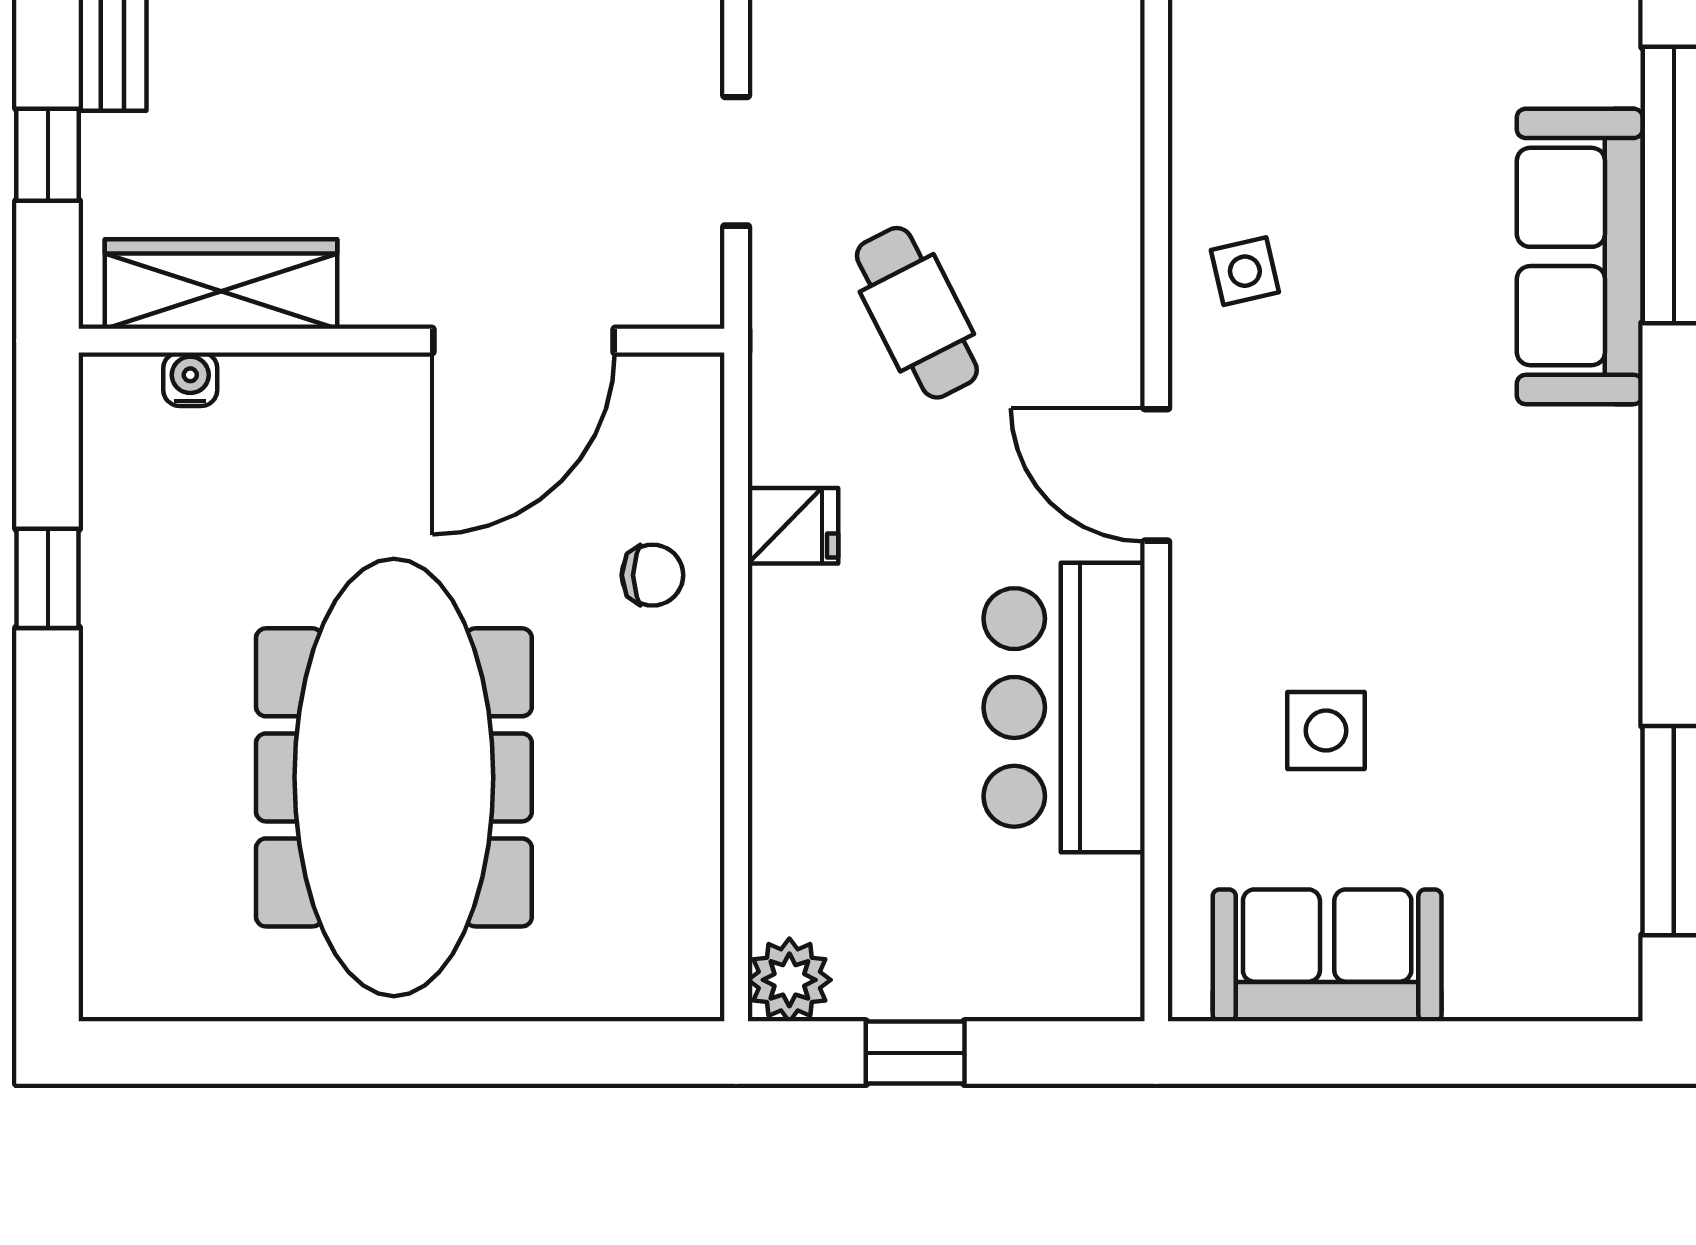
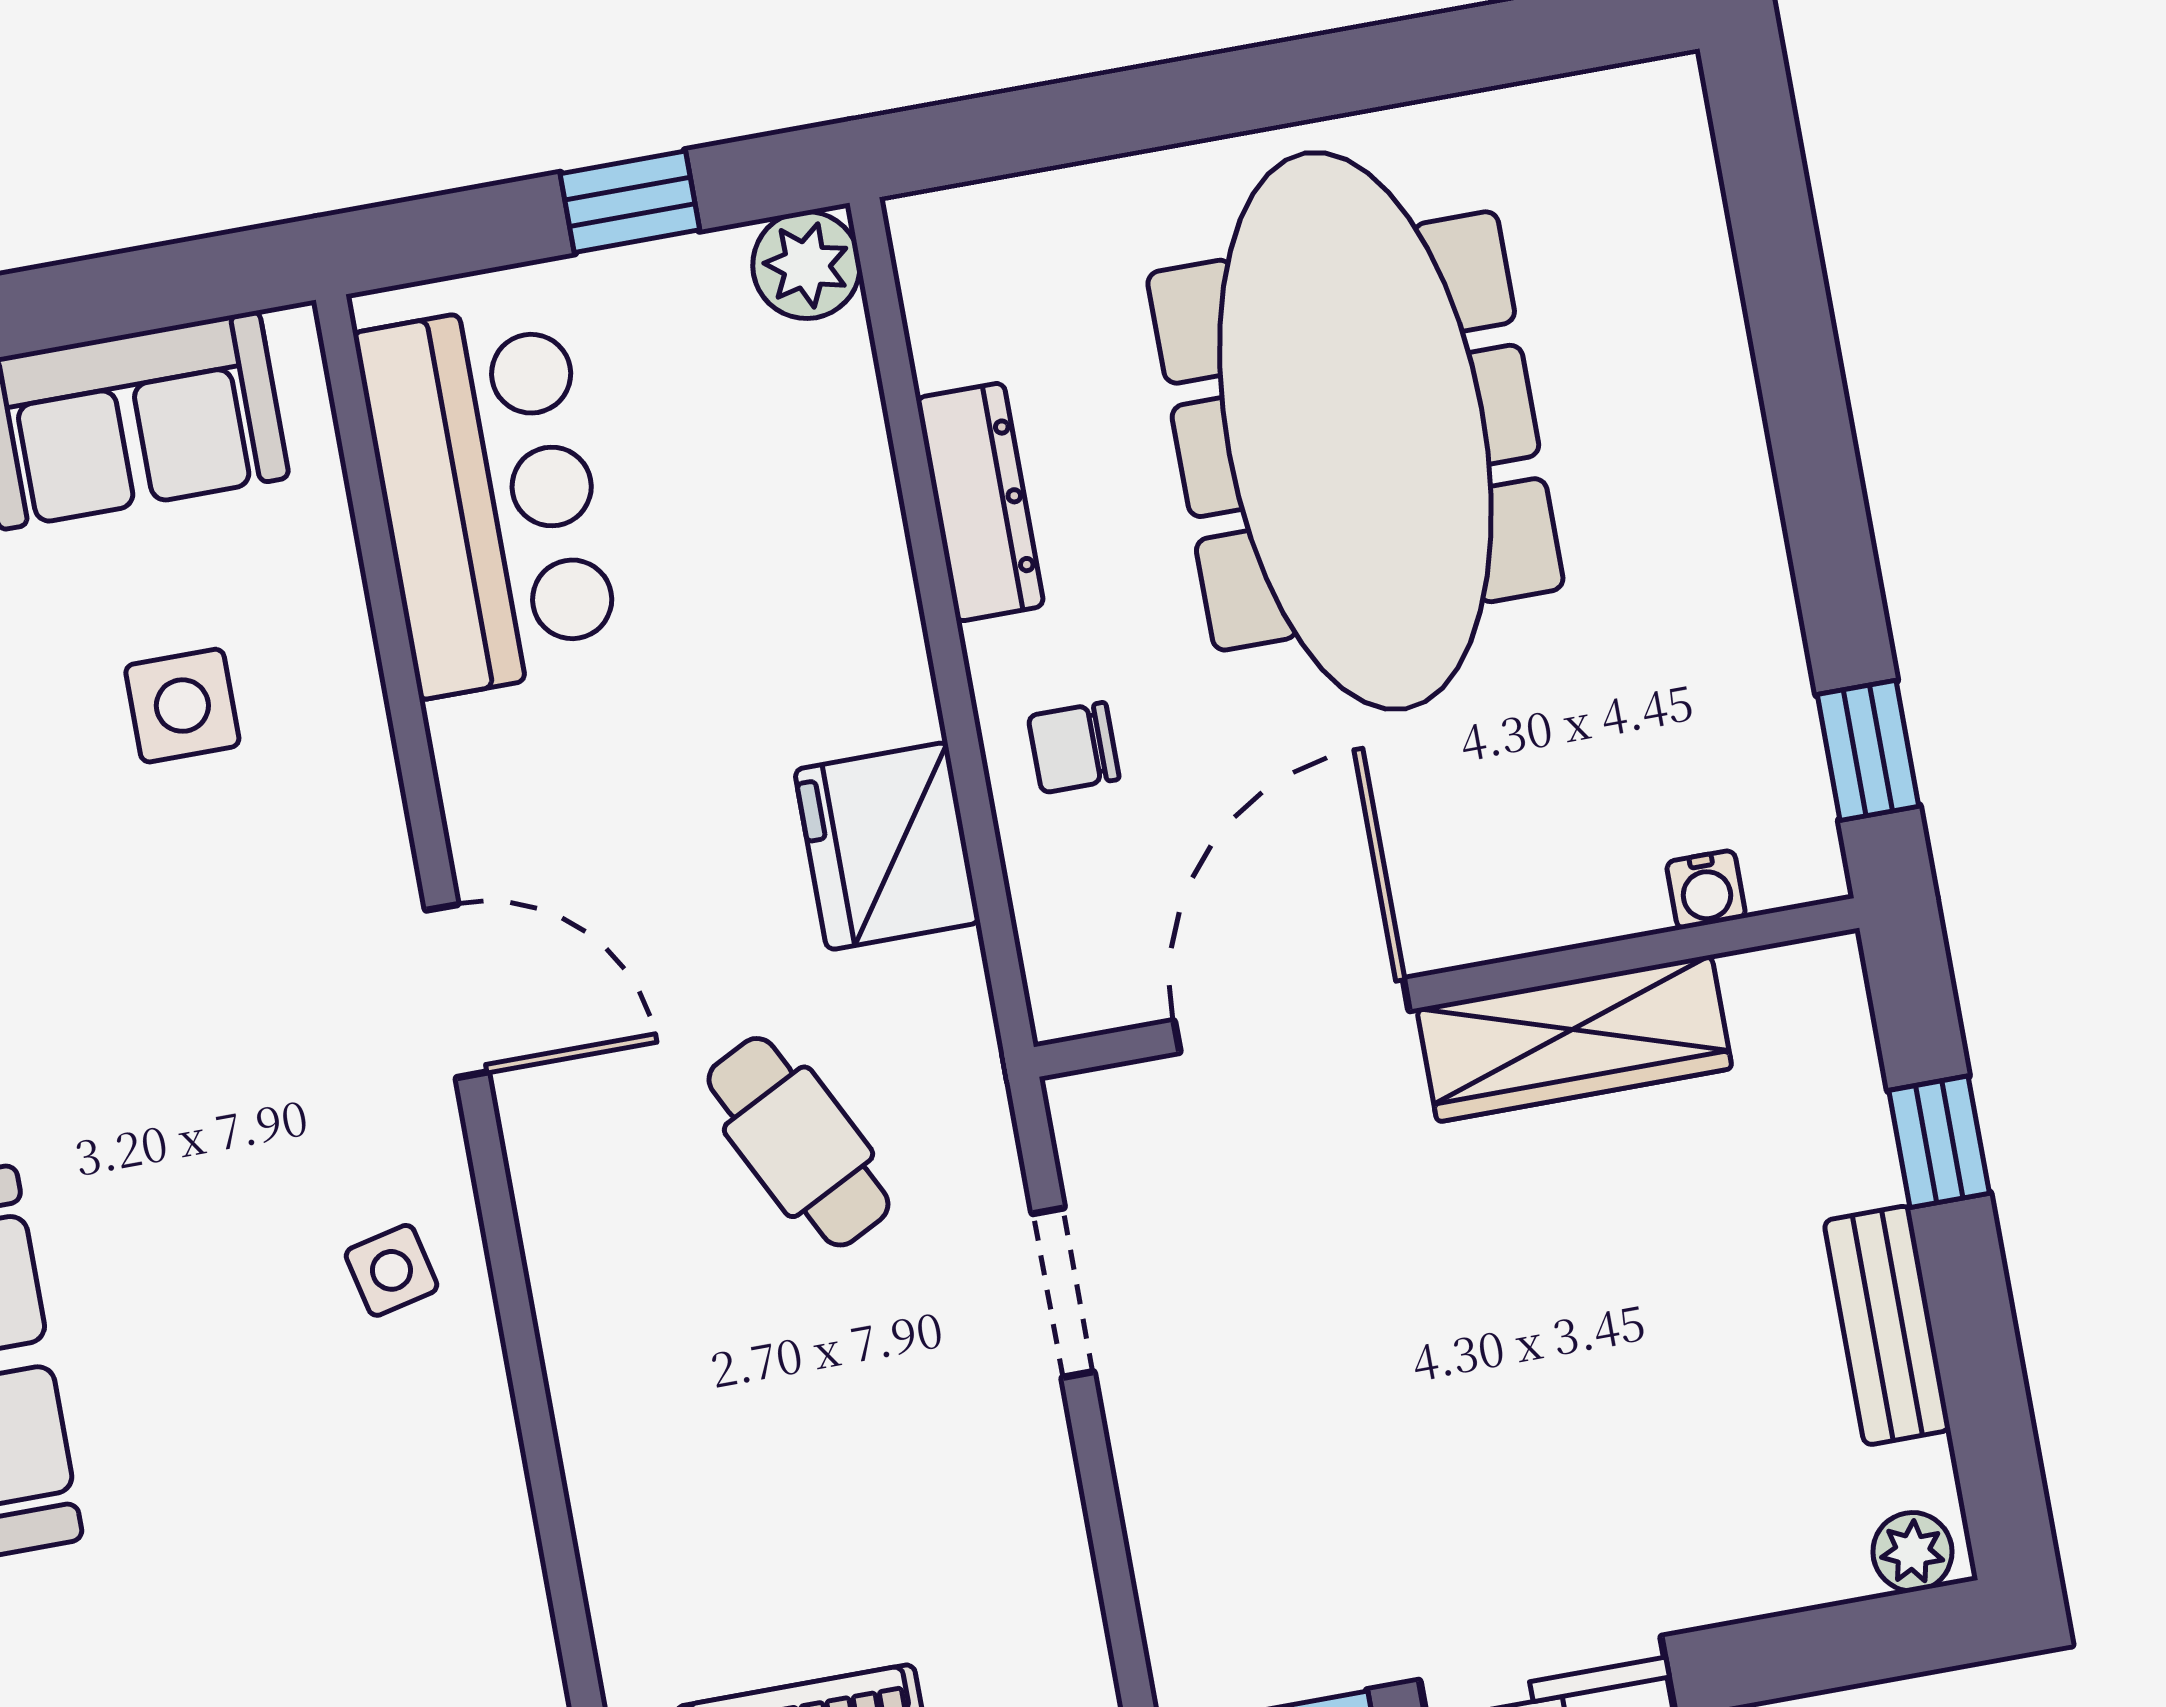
wardrobe: (221, 284) -> (1574, 1038), moved
fridge: (793, 526) -> (887, 846), width x1.88, depth x1.34
window: (48, 578) -> (1868, 750), moved
bar counter: (1064, 707) -> (488, 498), moved
dresser: (690, 775) -> (980, 502), added

